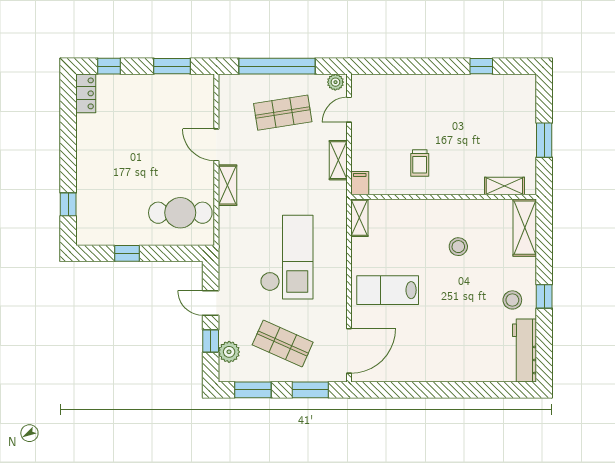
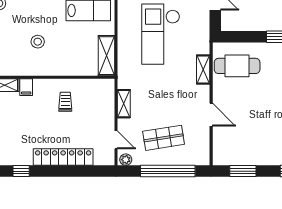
locker: (423, 86) -> (63, 157), added
door: (349, 110) -> (116, 140), hinge flipped
filing cabinet: (360, 183) -> (26, 87), moved
shelving: (228, 185) -> (203, 70), moved
shelving: (359, 218) -> (107, 56), width x1.50, depth x1.33

